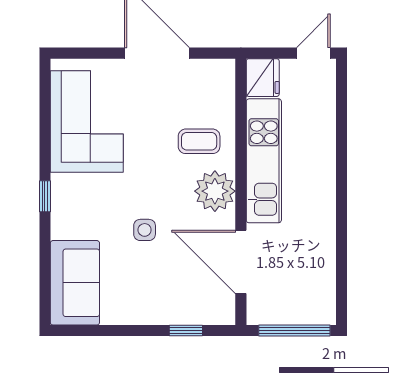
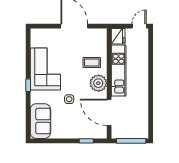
corner sofa: (87, 122) -> (45, 69), moved

